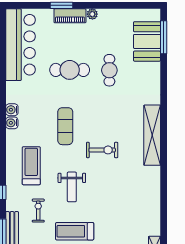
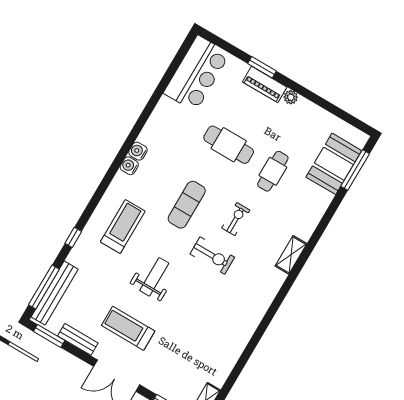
bar counter: (20, 45) -> (197, 73), width x0.73
shelving: (152, 135) -> (291, 255), width x0.45, depth x0.75
weight bench: (72, 187) -> (154, 277), turned 180
exercise bike: (38, 211) -> (236, 219), moved

